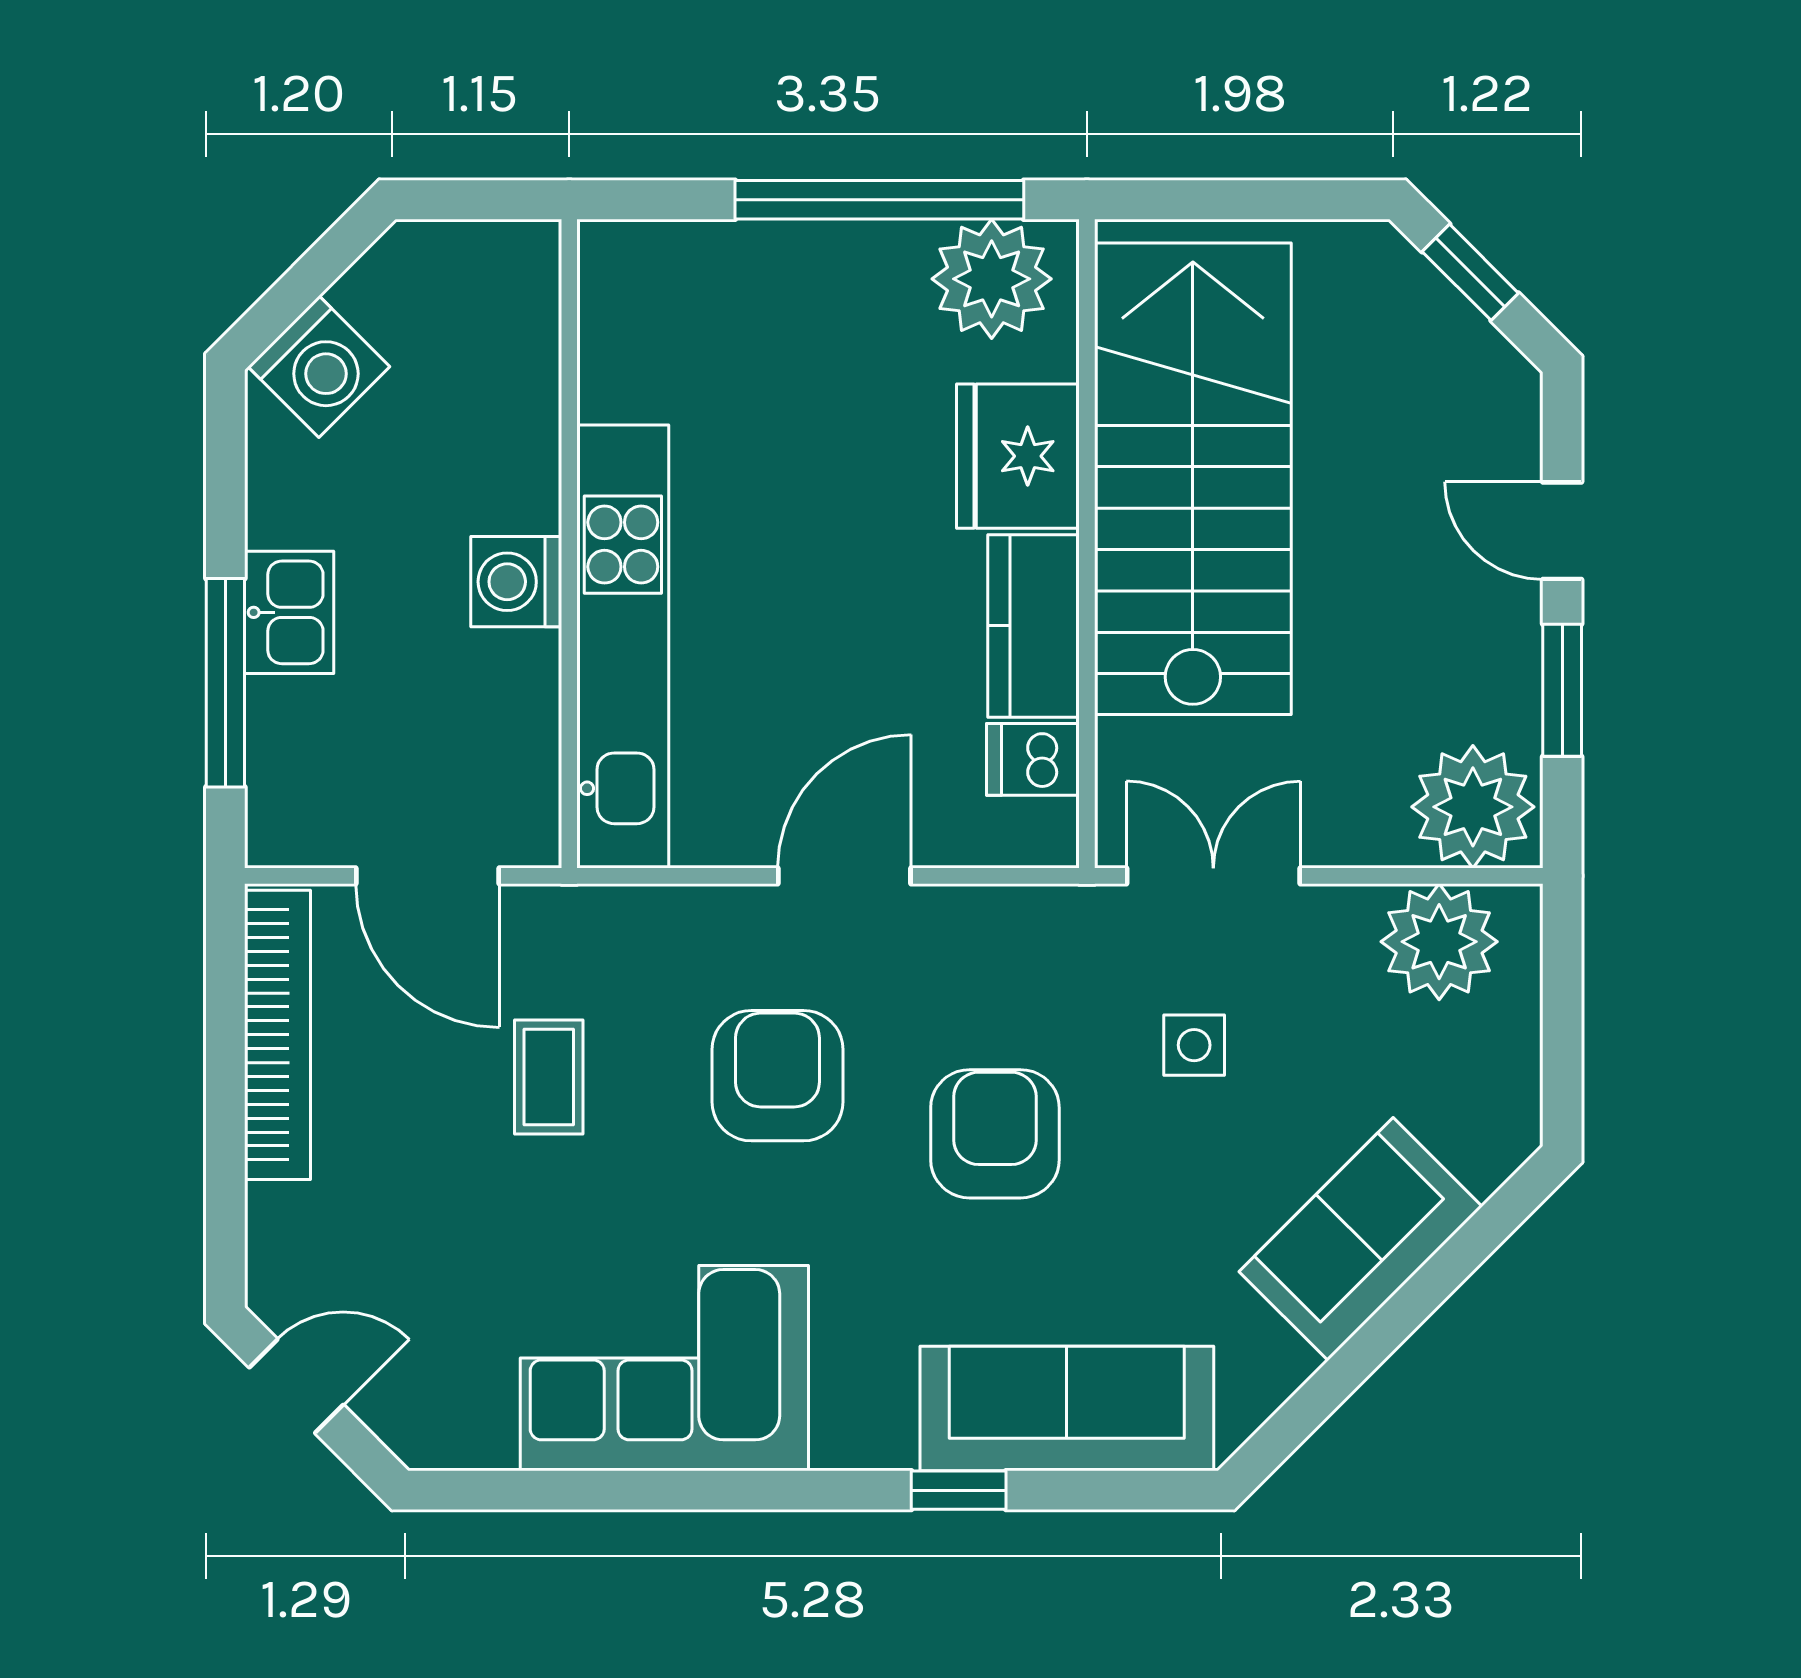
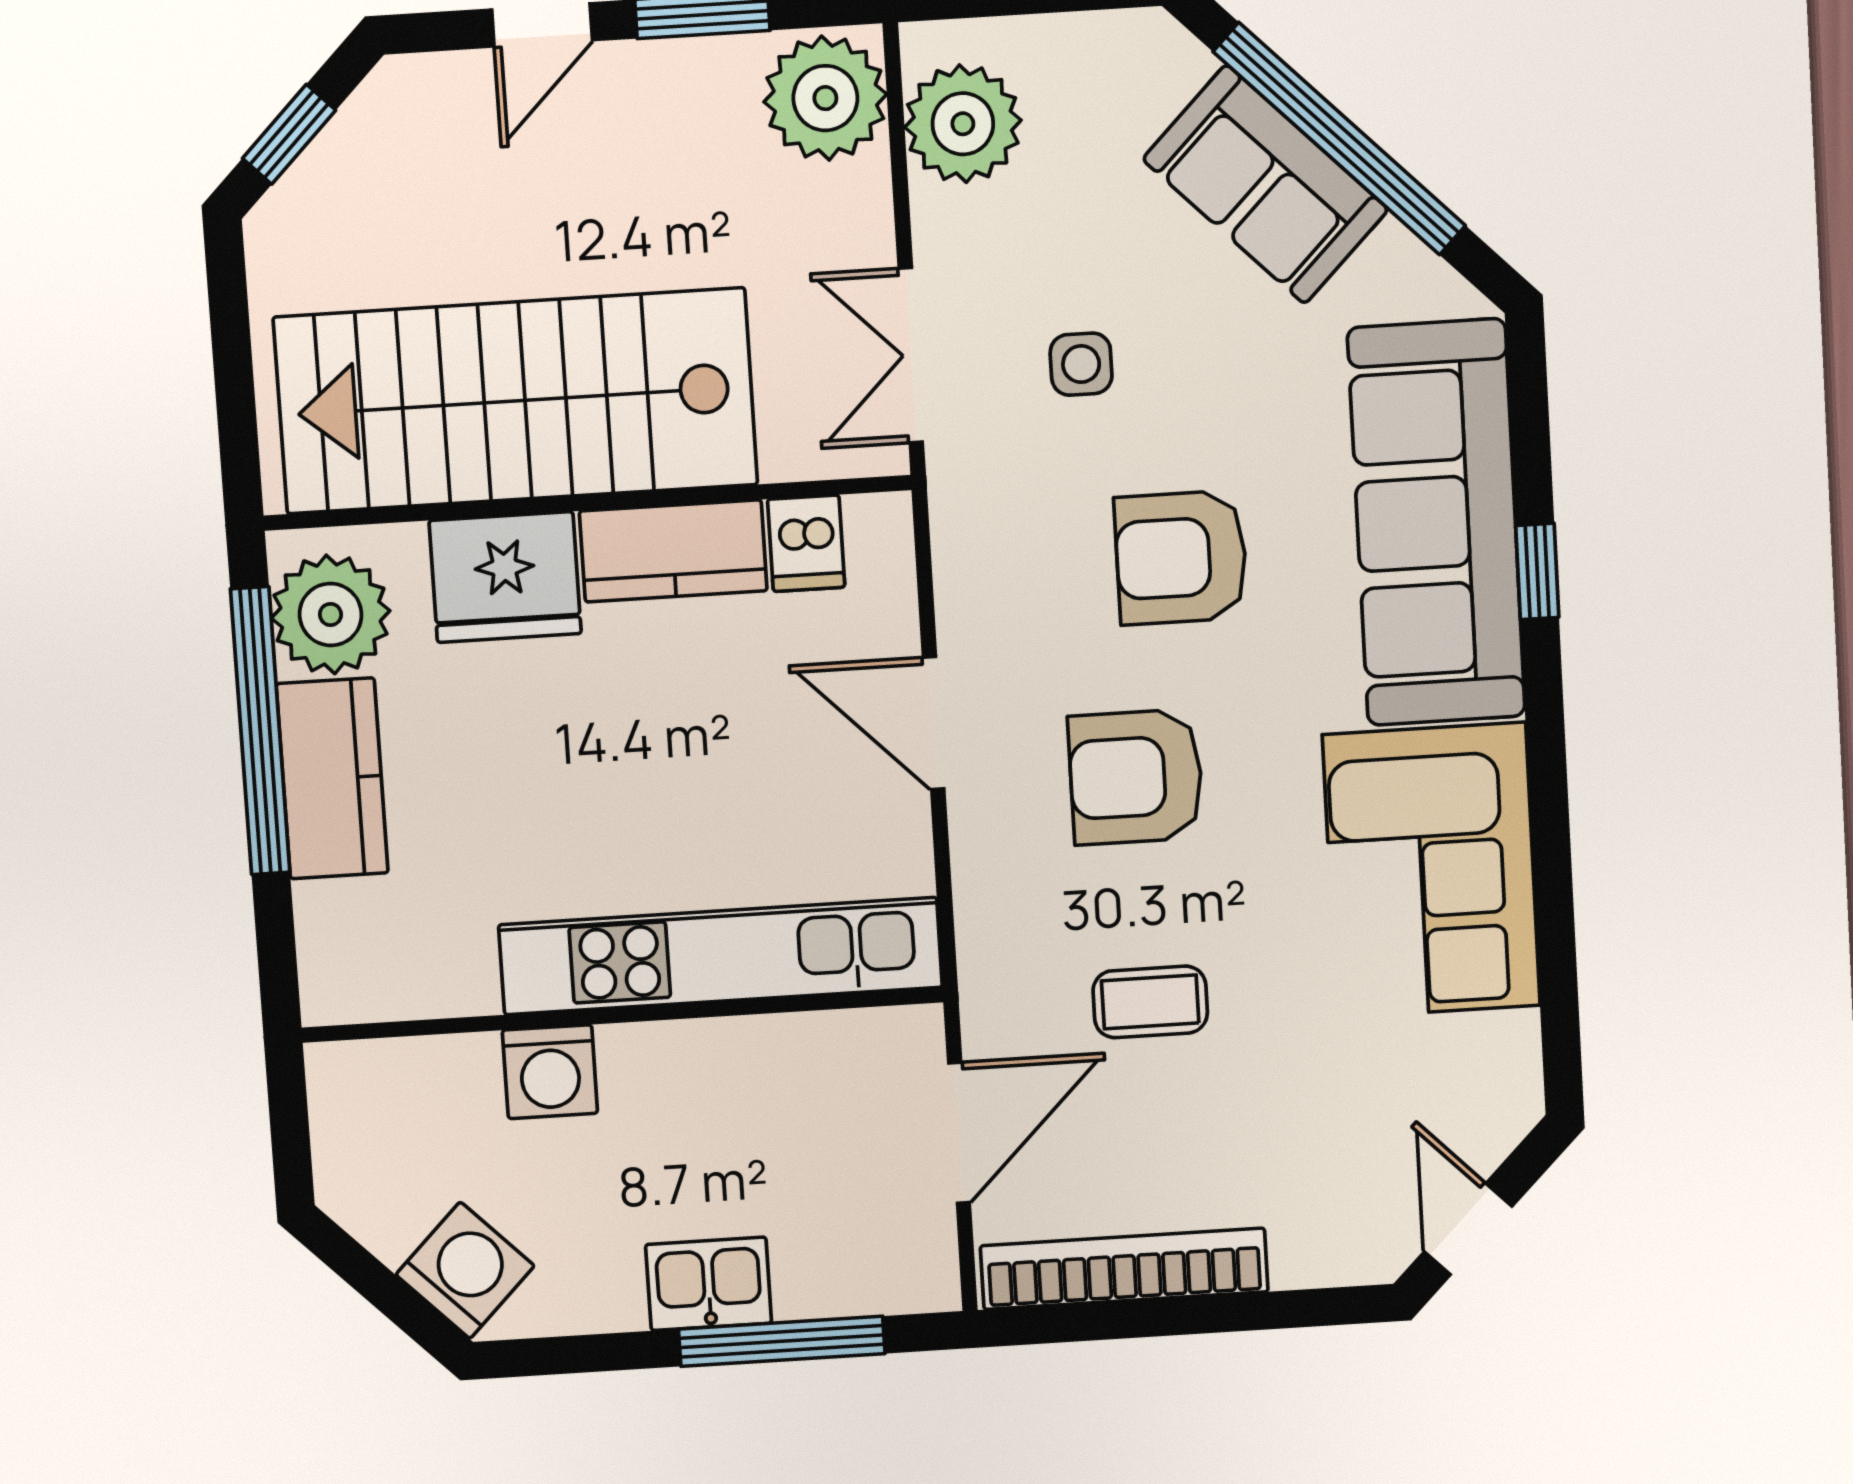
kitchen counter: (827, 268) -> (332, 778), added
washing machine: (516, 582) -> (550, 1072), moved
window: (1401, 1315) -> (1339, 139), added
sofa: (1067, 1408) -> (1436, 522), width x1.36, depth x1.27

